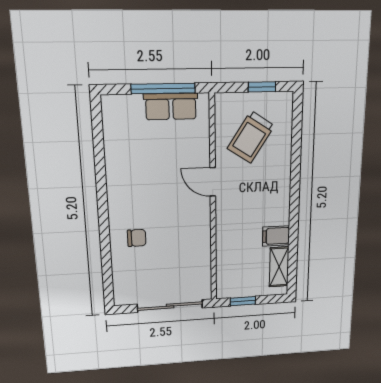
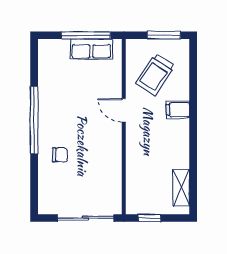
window: (262, 87) -> (164, 35), width x1.50
window: (102, 198) -> (34, 120), added
filing cabinet: (276, 236) -> (178, 110), moved

